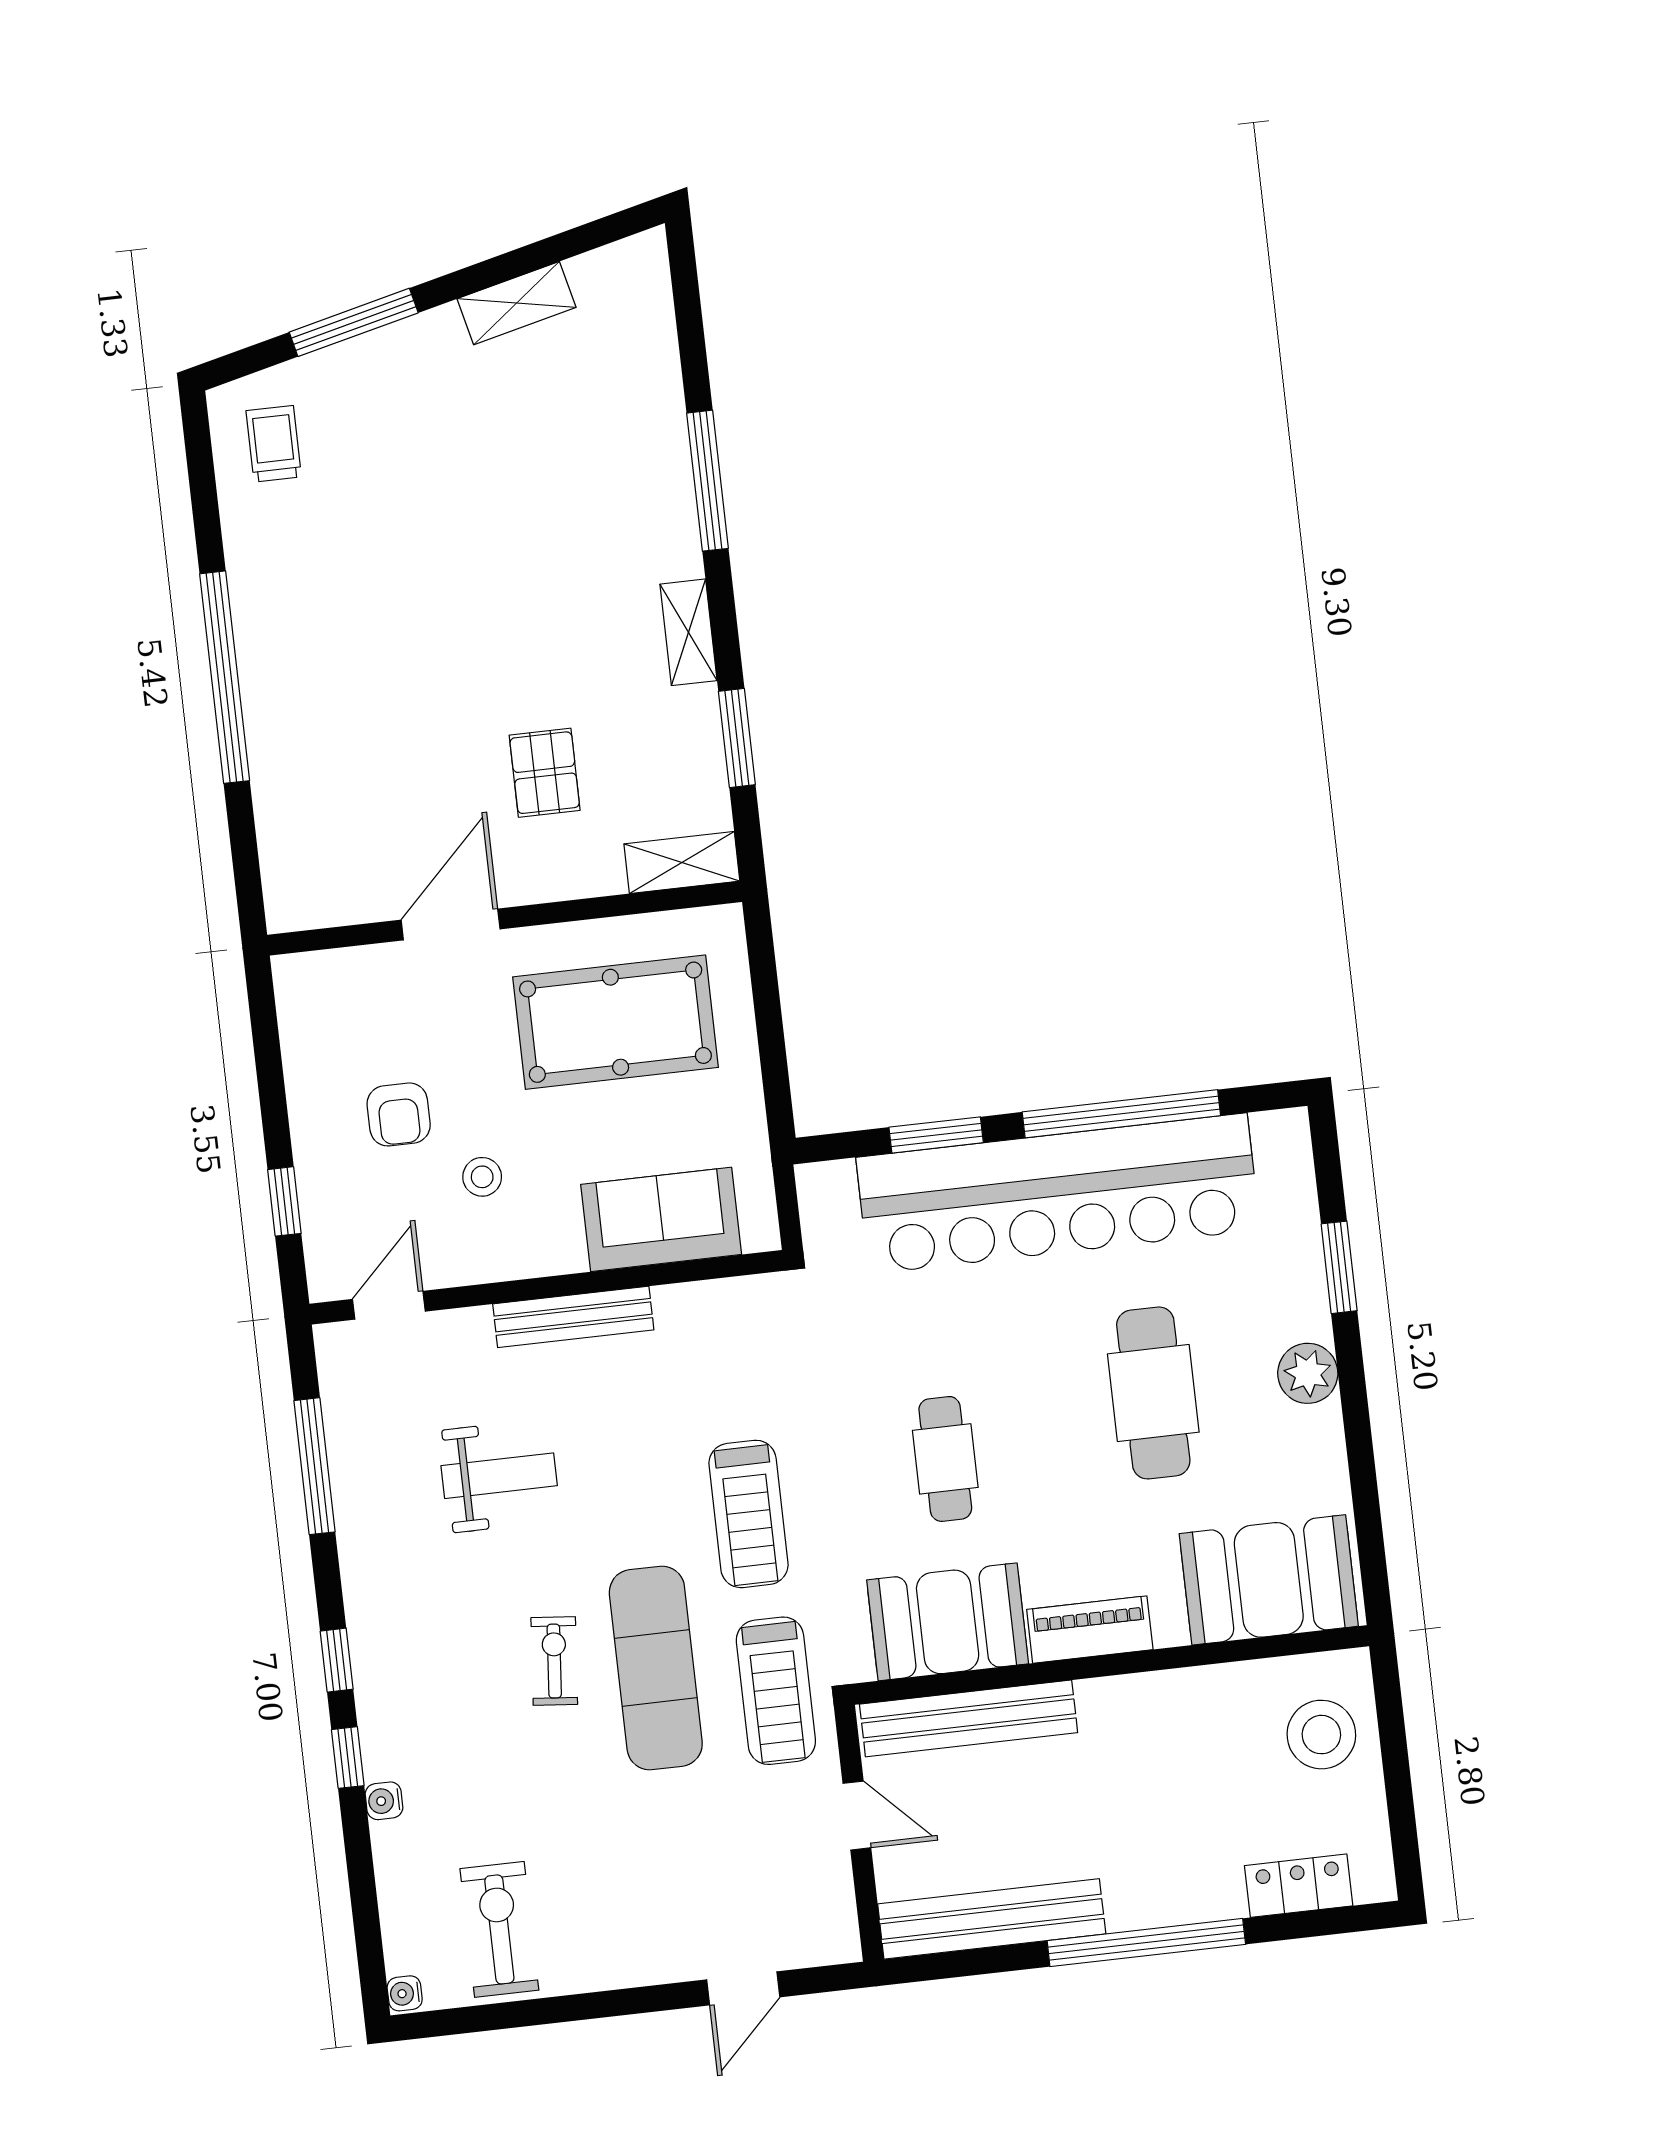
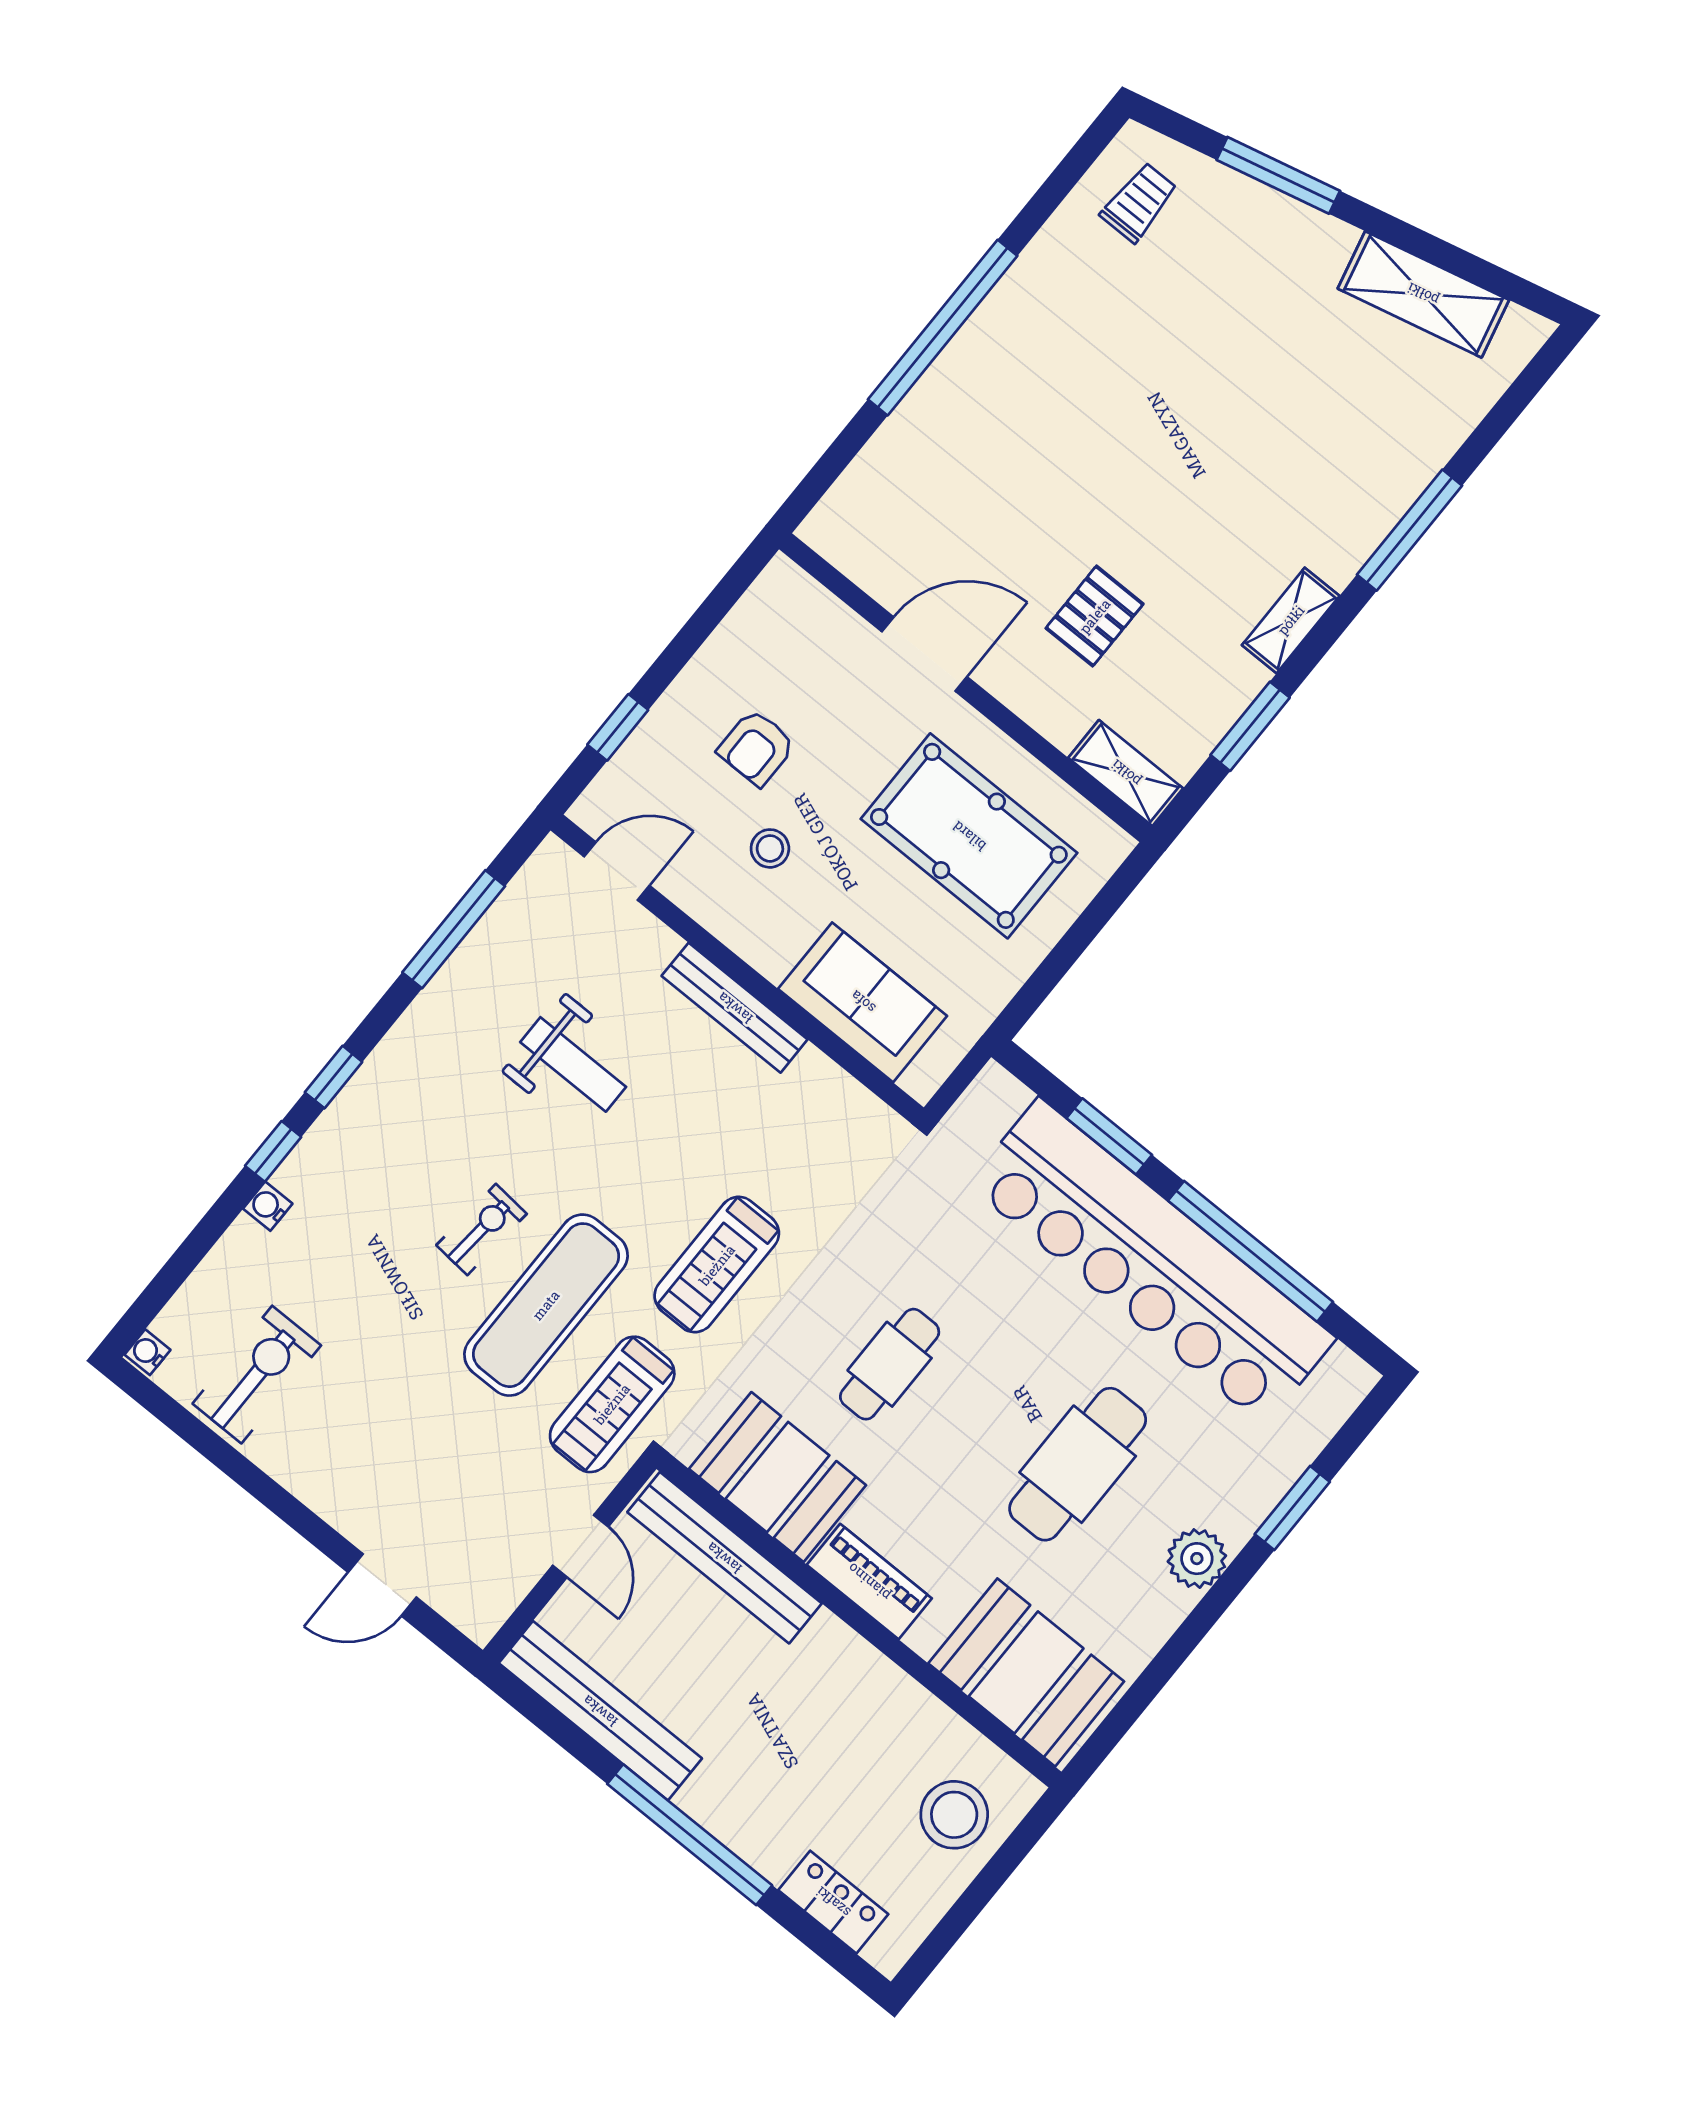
shelving: (516, 303) -> (1423, 294), width x1.50, depth x1.33

